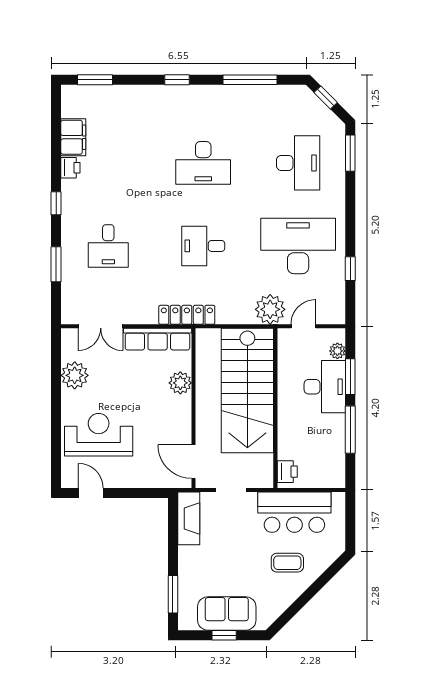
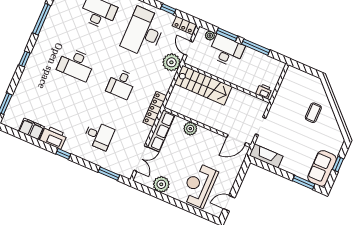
desk: (203, 163) -> (76, 64), turned 90
printer: (70, 168) -> (53, 137), width x1.87, depth x1.48
window: (56, 264) -> (109, 174), moved
locker: (336, 304) -> (184, 25), added
stairs: (247, 390) -> (203, 85), width x0.73, depth x0.66
bar counter: (294, 512) -> (288, 97), removed
sofa: (227, 613) -> (322, 168), moved

